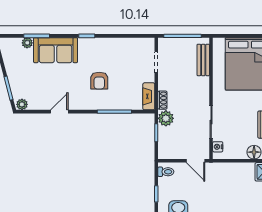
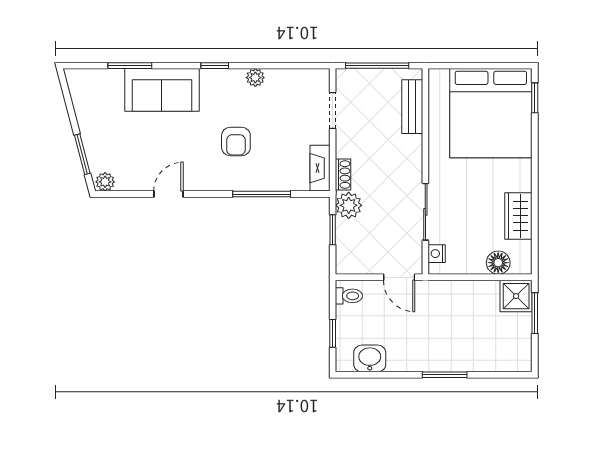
plant: (27, 43) -> (255, 78), moved

